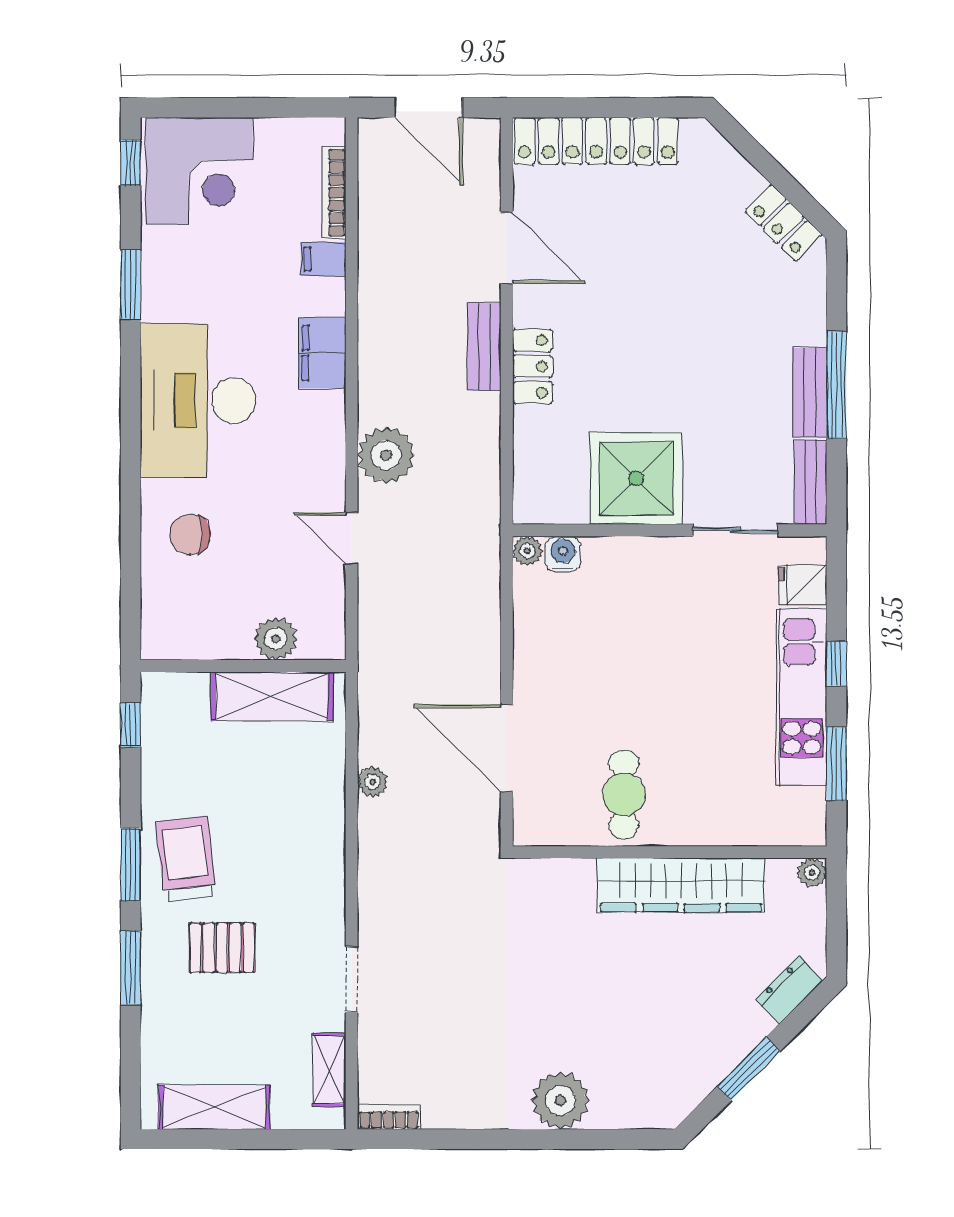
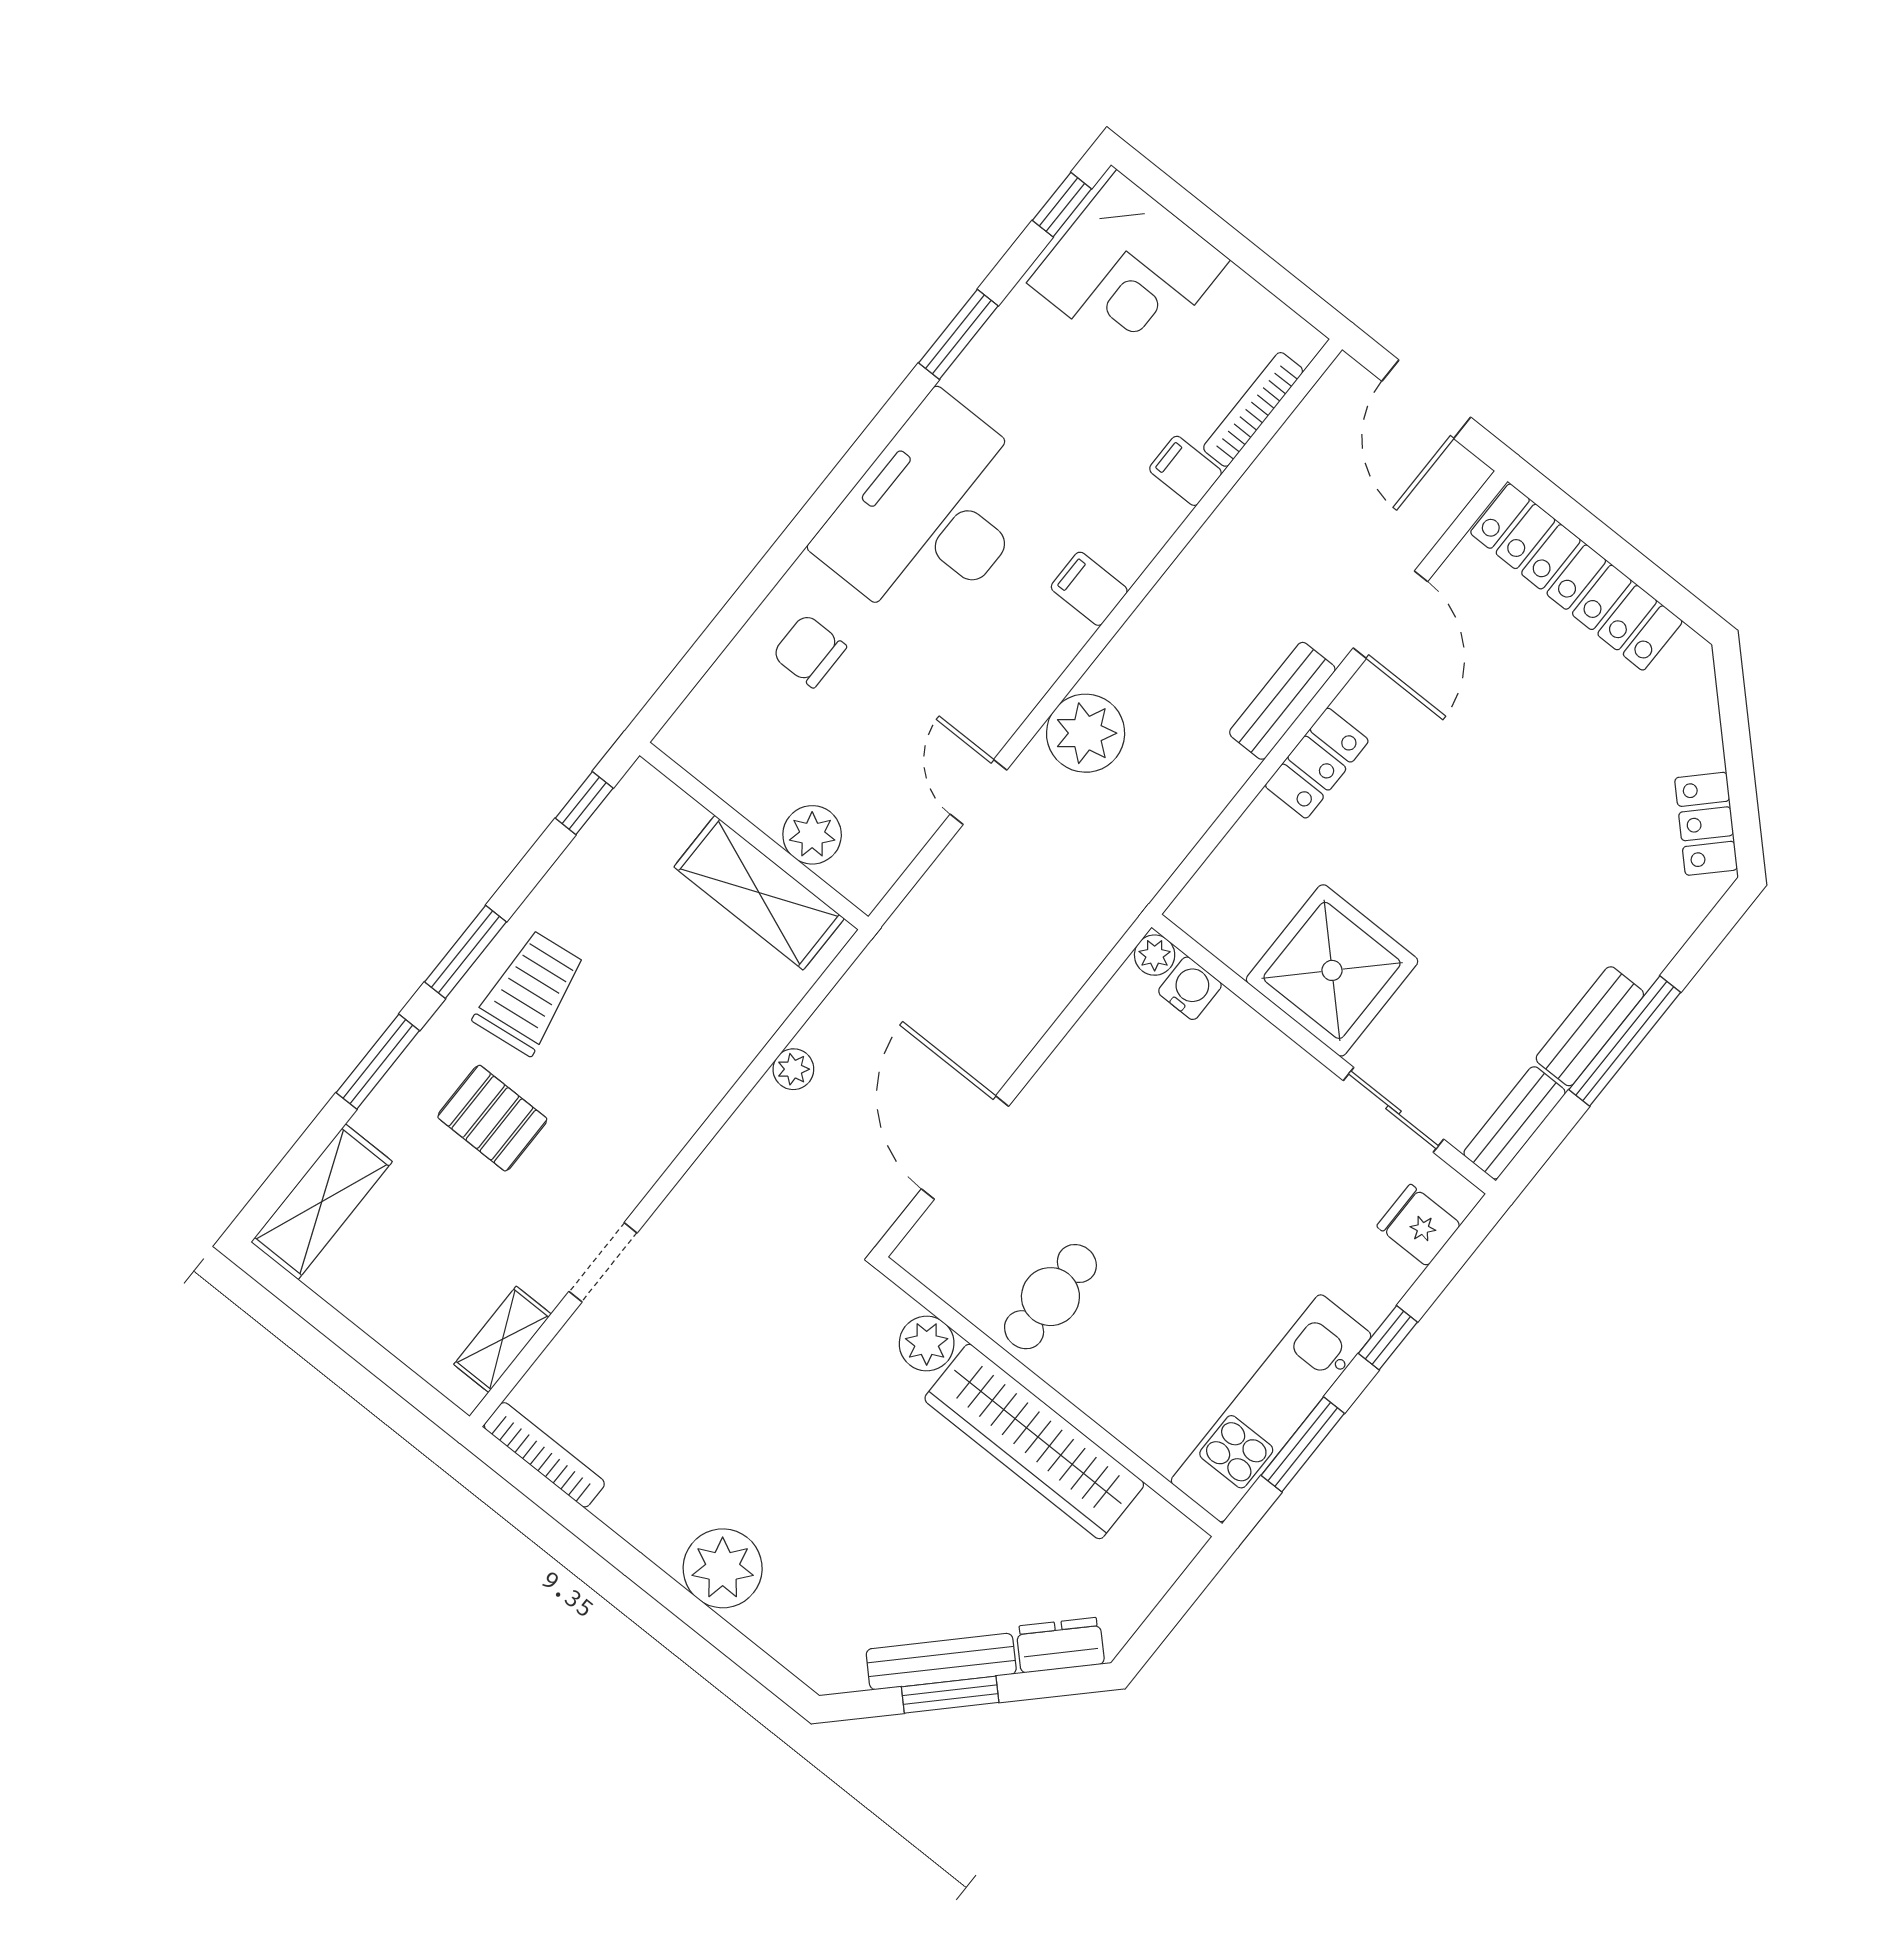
filing cabinet: (322, 353) -> (1089, 589), width x0.50
kitchen unit: (802, 697) -> (1271, 1408), moved
plant: (812, 873) -> (927, 1343), moved, width x1.38, depth x1.38
bench: (728, 1054) -> (941, 1662), added
shelving: (214, 1107) -> (322, 1202), moved, turned 90
bookcase: (389, 1117) -> (544, 1455), width x1.56

